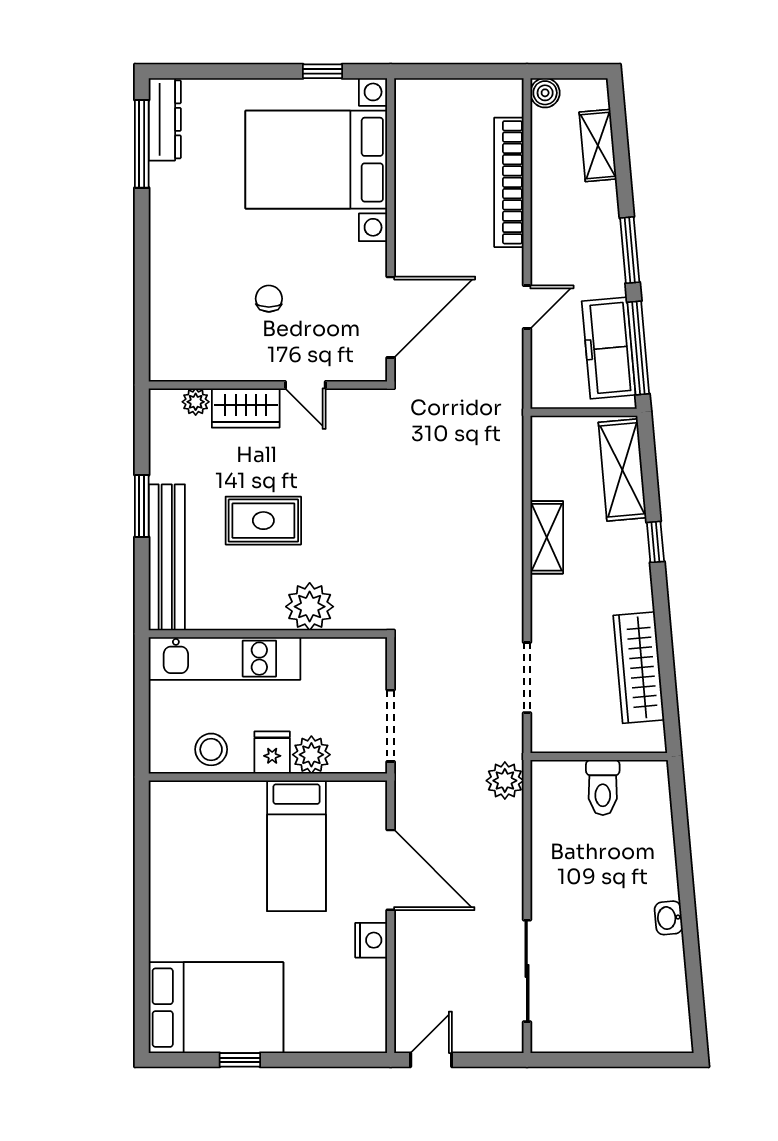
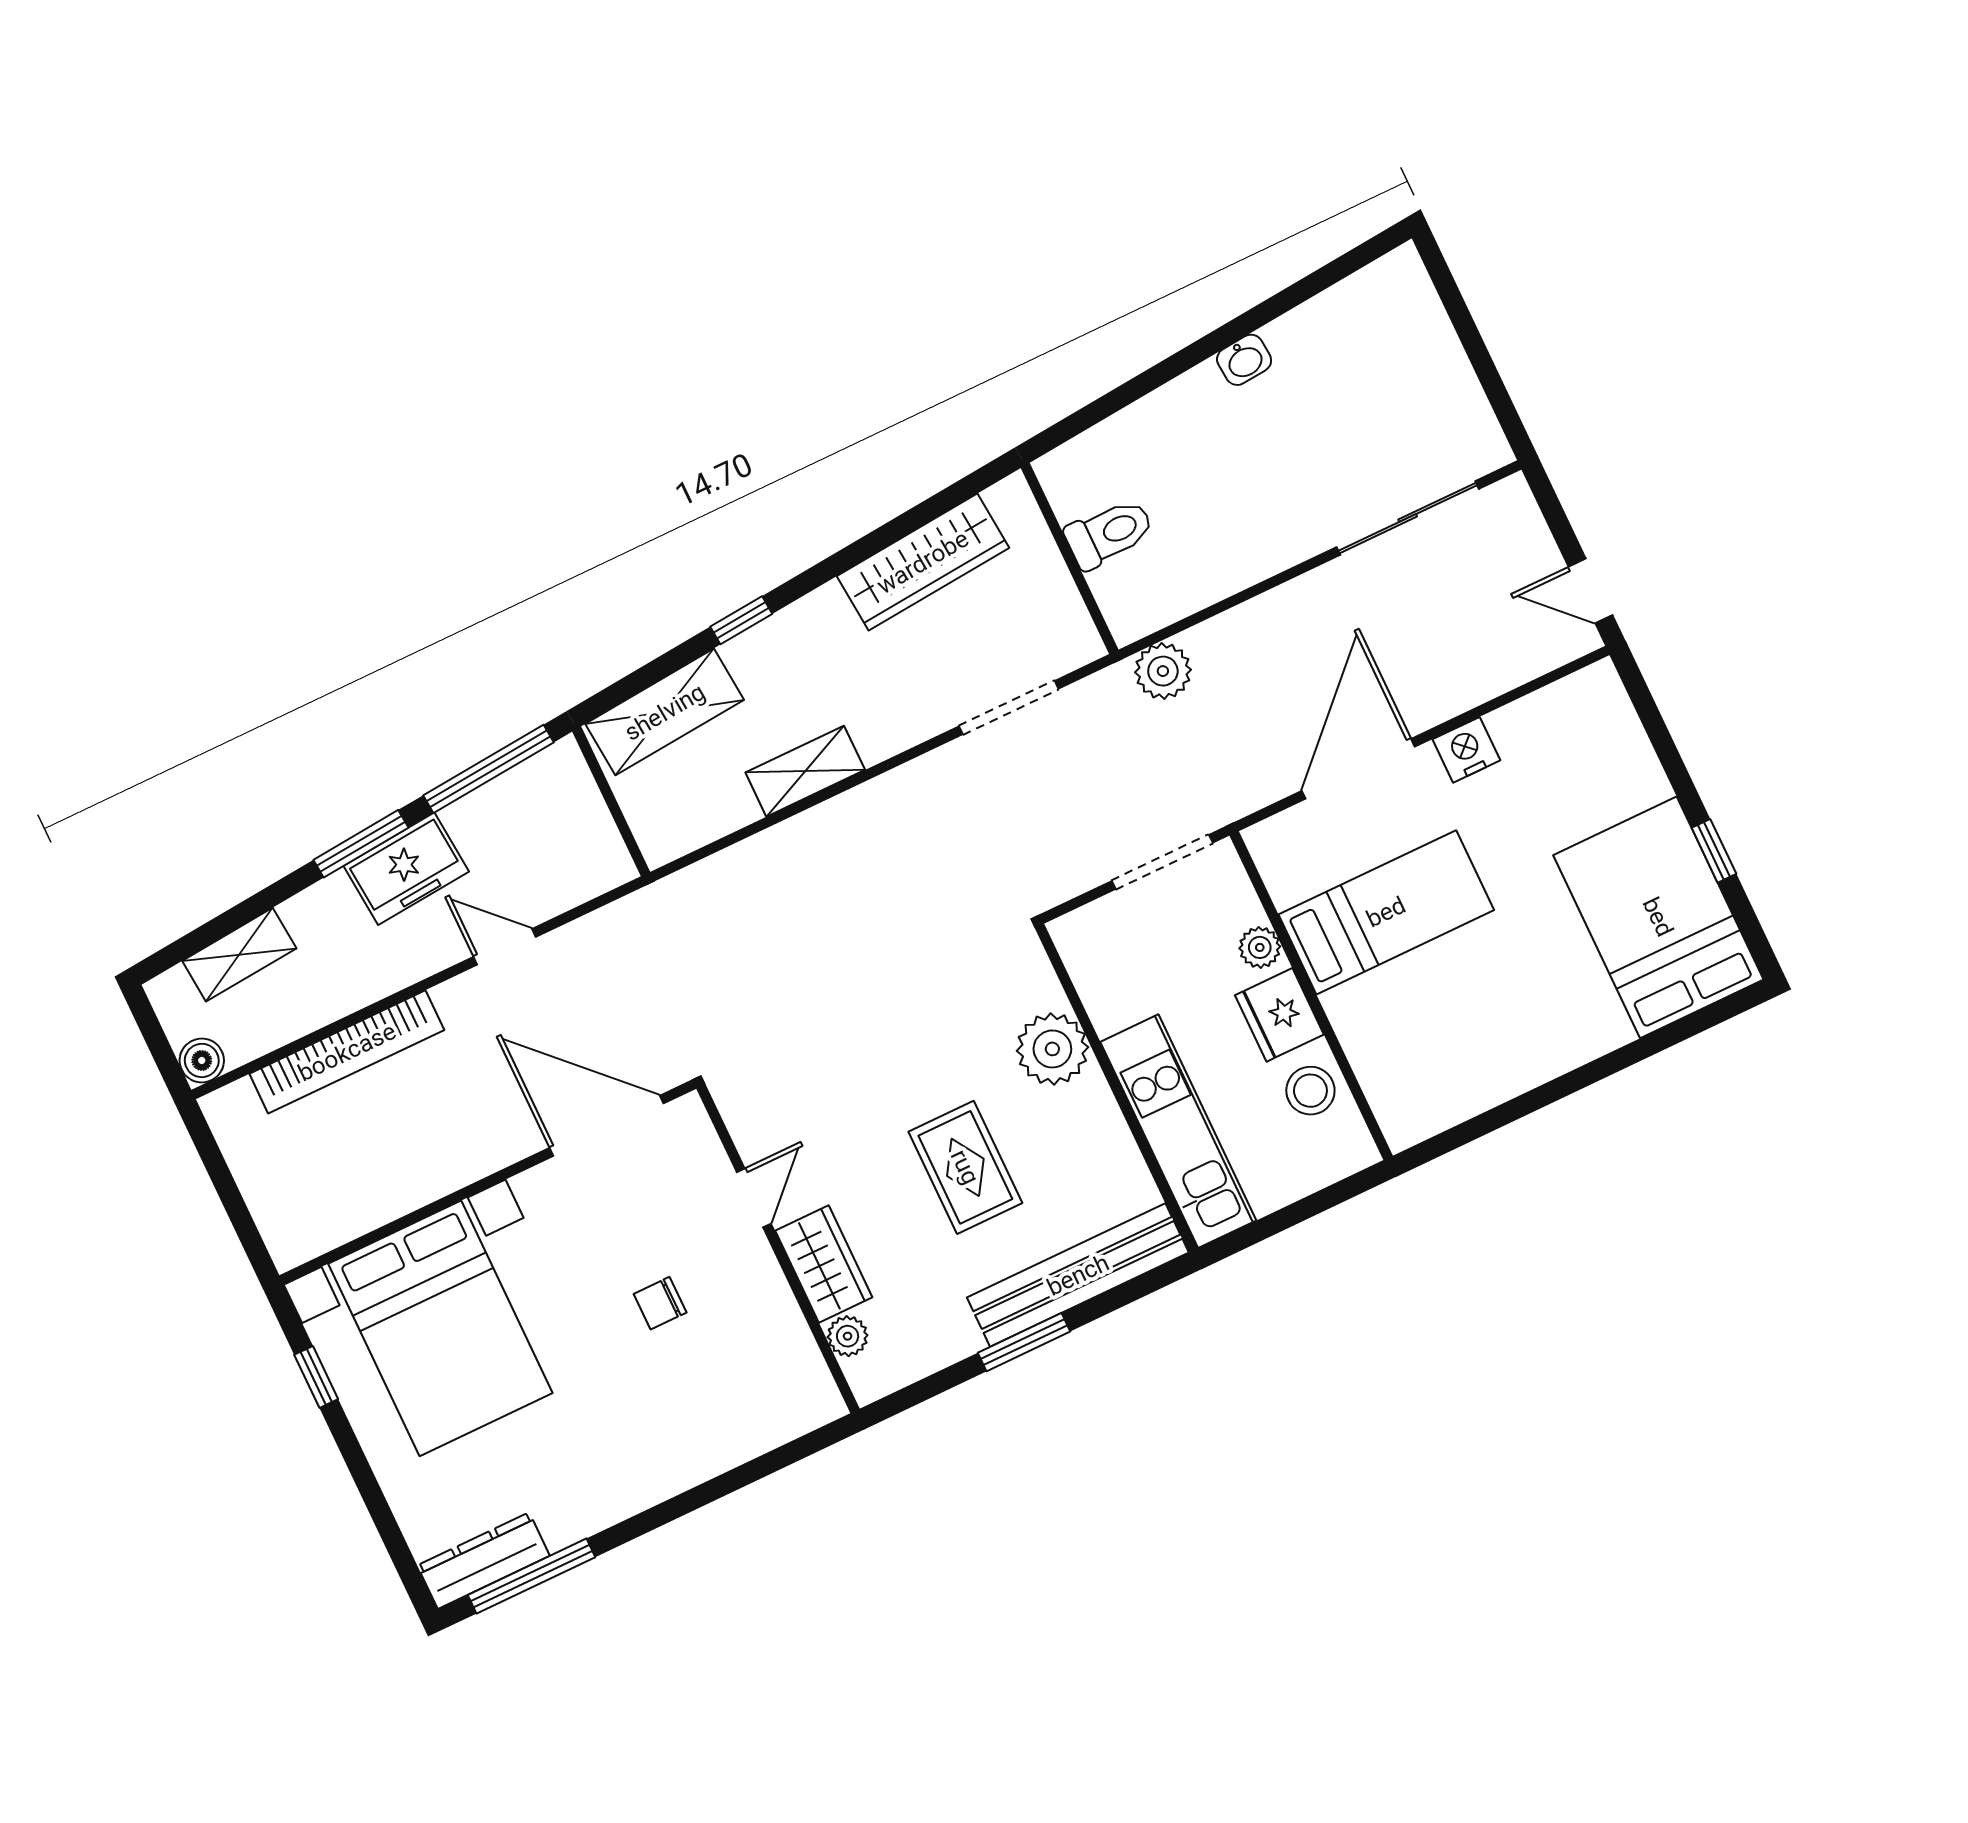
freezer: (609, 348) -> (406, 869), moved, width x0.71
fridge: (272, 752) -> (1279, 1015), width x1.38
plant: (311, 755) -> (1260, 947), width x0.73, depth x0.73

